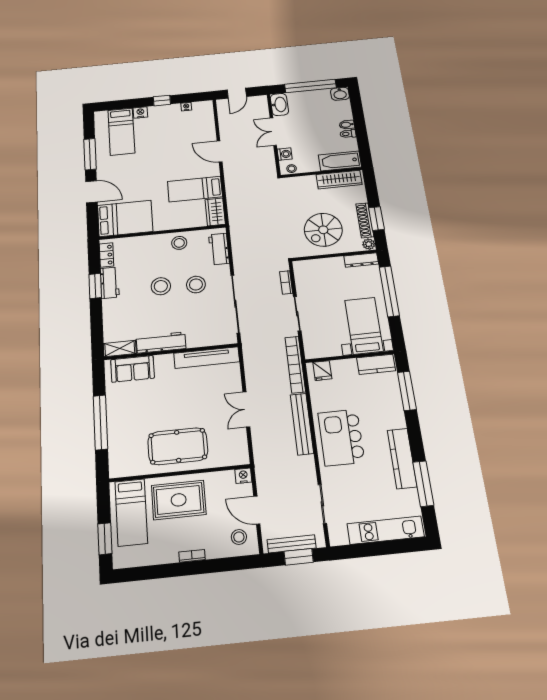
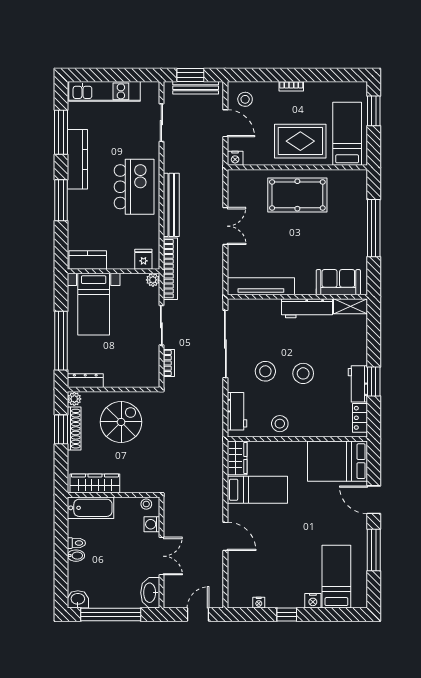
plant: (311, 353) -> (153, 280), added
window: (407, 391) -> (61, 200), moved

